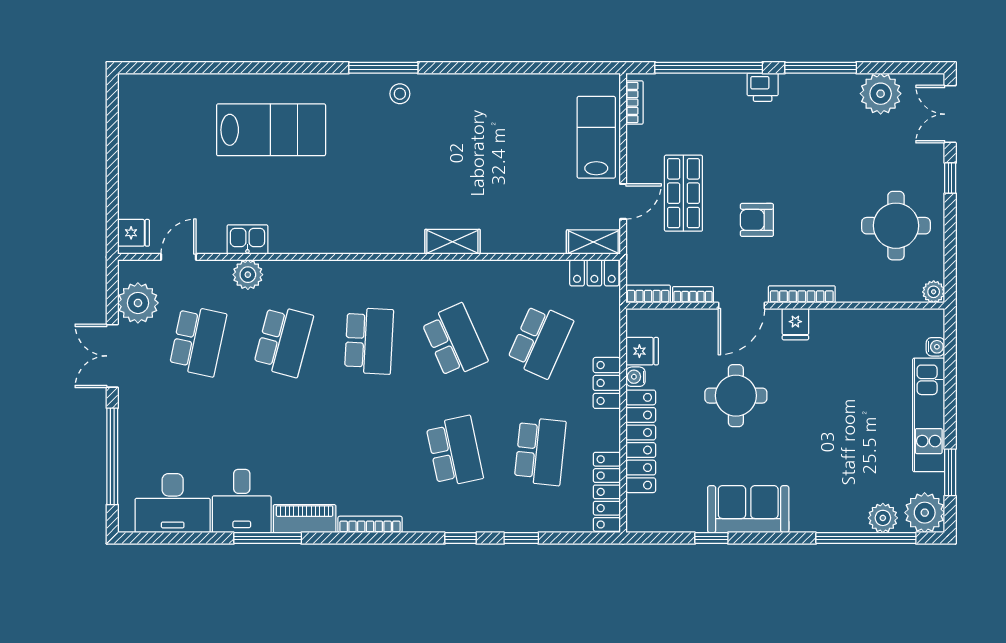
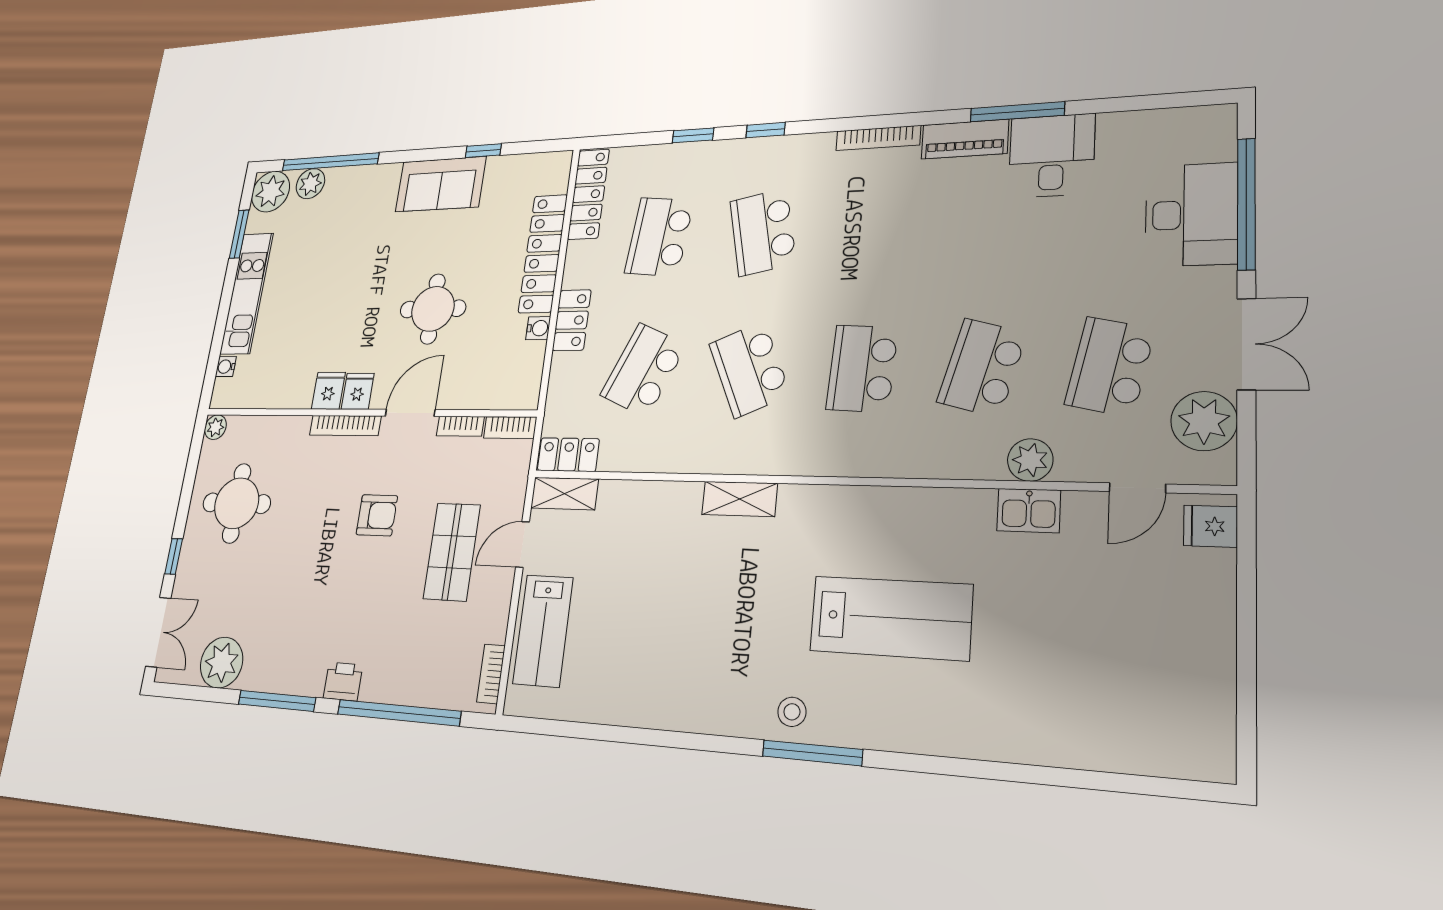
lab bench: (271, 130) -> (891, 618), moved, turned 180
fridge: (642, 351) -> (328, 391), moved, turned 90
desk: (173, 503) -> (1191, 214), moved, turned 90

